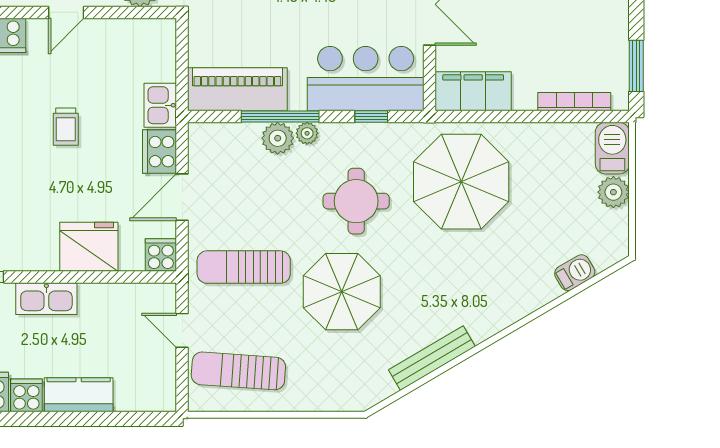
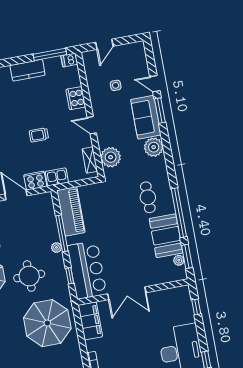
shelving: (138, 30) -> (90, 160), added
plant: (278, 138) -> (52, 234), removed

